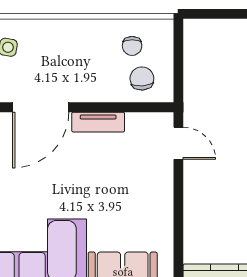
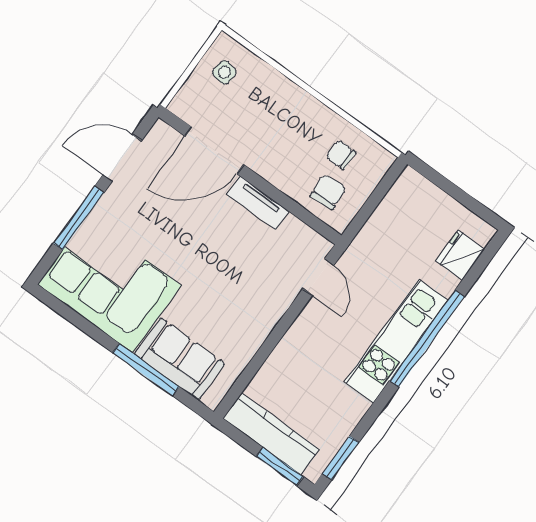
chair: (132, 46) -> (341, 155), turned 90

